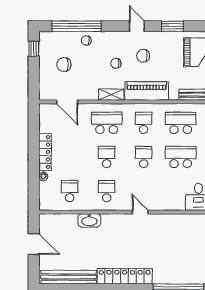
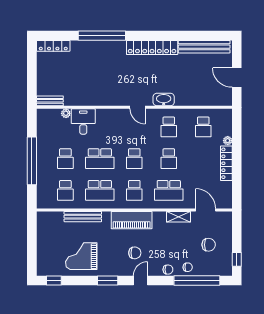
door: (137, 26) -> (141, 281), swing flipped
chair: (116, 63) -> (168, 270), moved
shelving: (111, 95) -> (178, 217), moved
washbasin: (89, 220) -> (164, 100), moved

